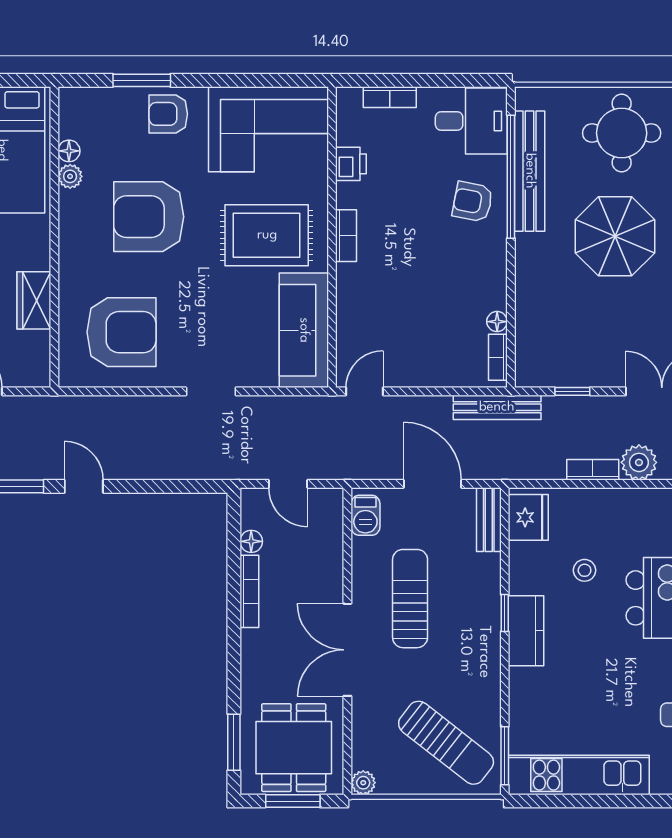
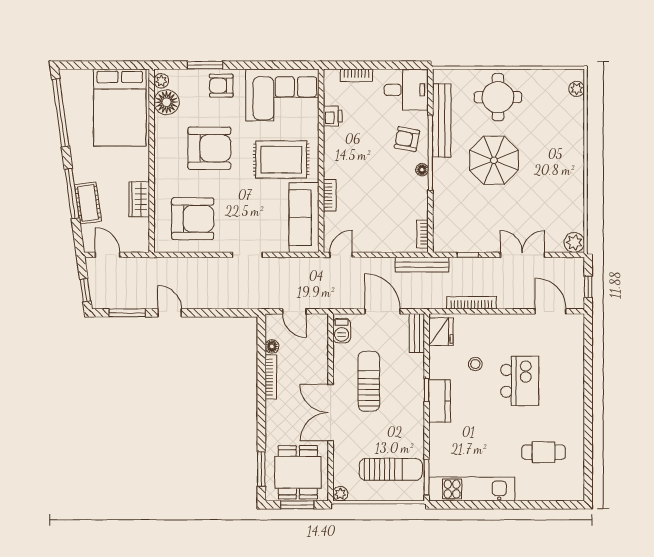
floor lamp: (69, 151) -> (167, 102), width x1.89, depth x1.89
plant: (70, 176) -> (161, 81), moved
window: (511, 177) -> (430, 153), moved
armchair: (149, 217) -> (209, 148), turned 180
bookcase: (346, 236) -> (330, 195), moved
floor lamp: (497, 322) -> (422, 170), moved
plant: (639, 462) -> (508, 298), removed
bookcase: (593, 470) -> (471, 303), width x1.56
sun lounger: (446, 743) -> (391, 469), turned -38

